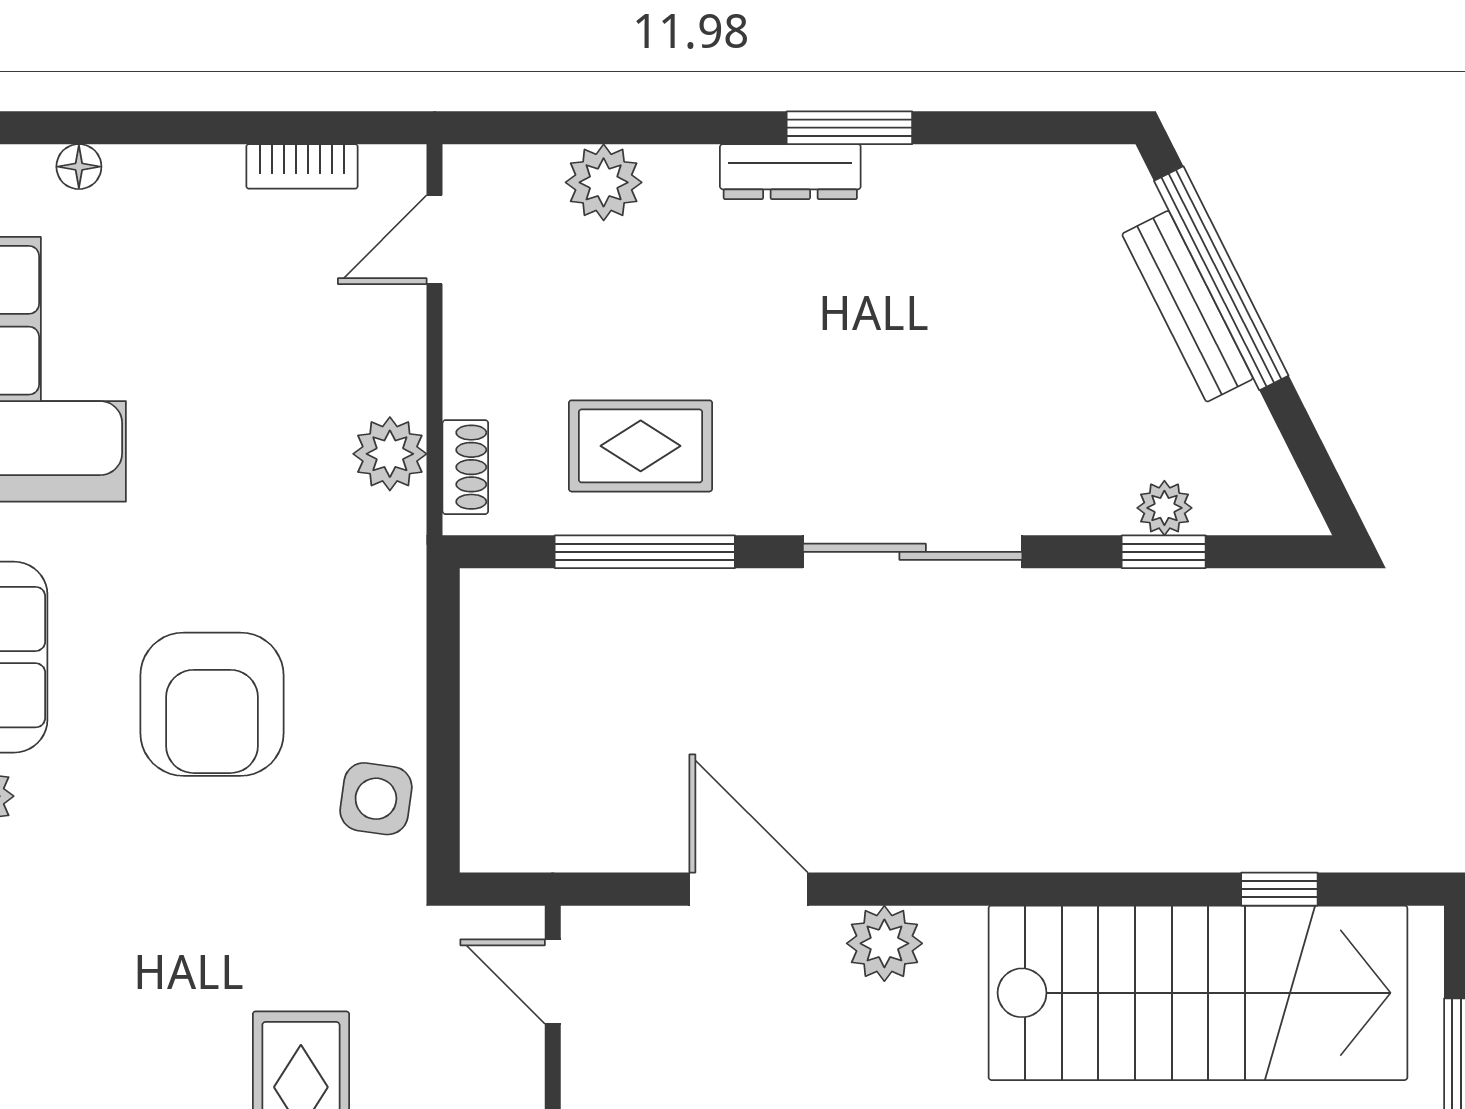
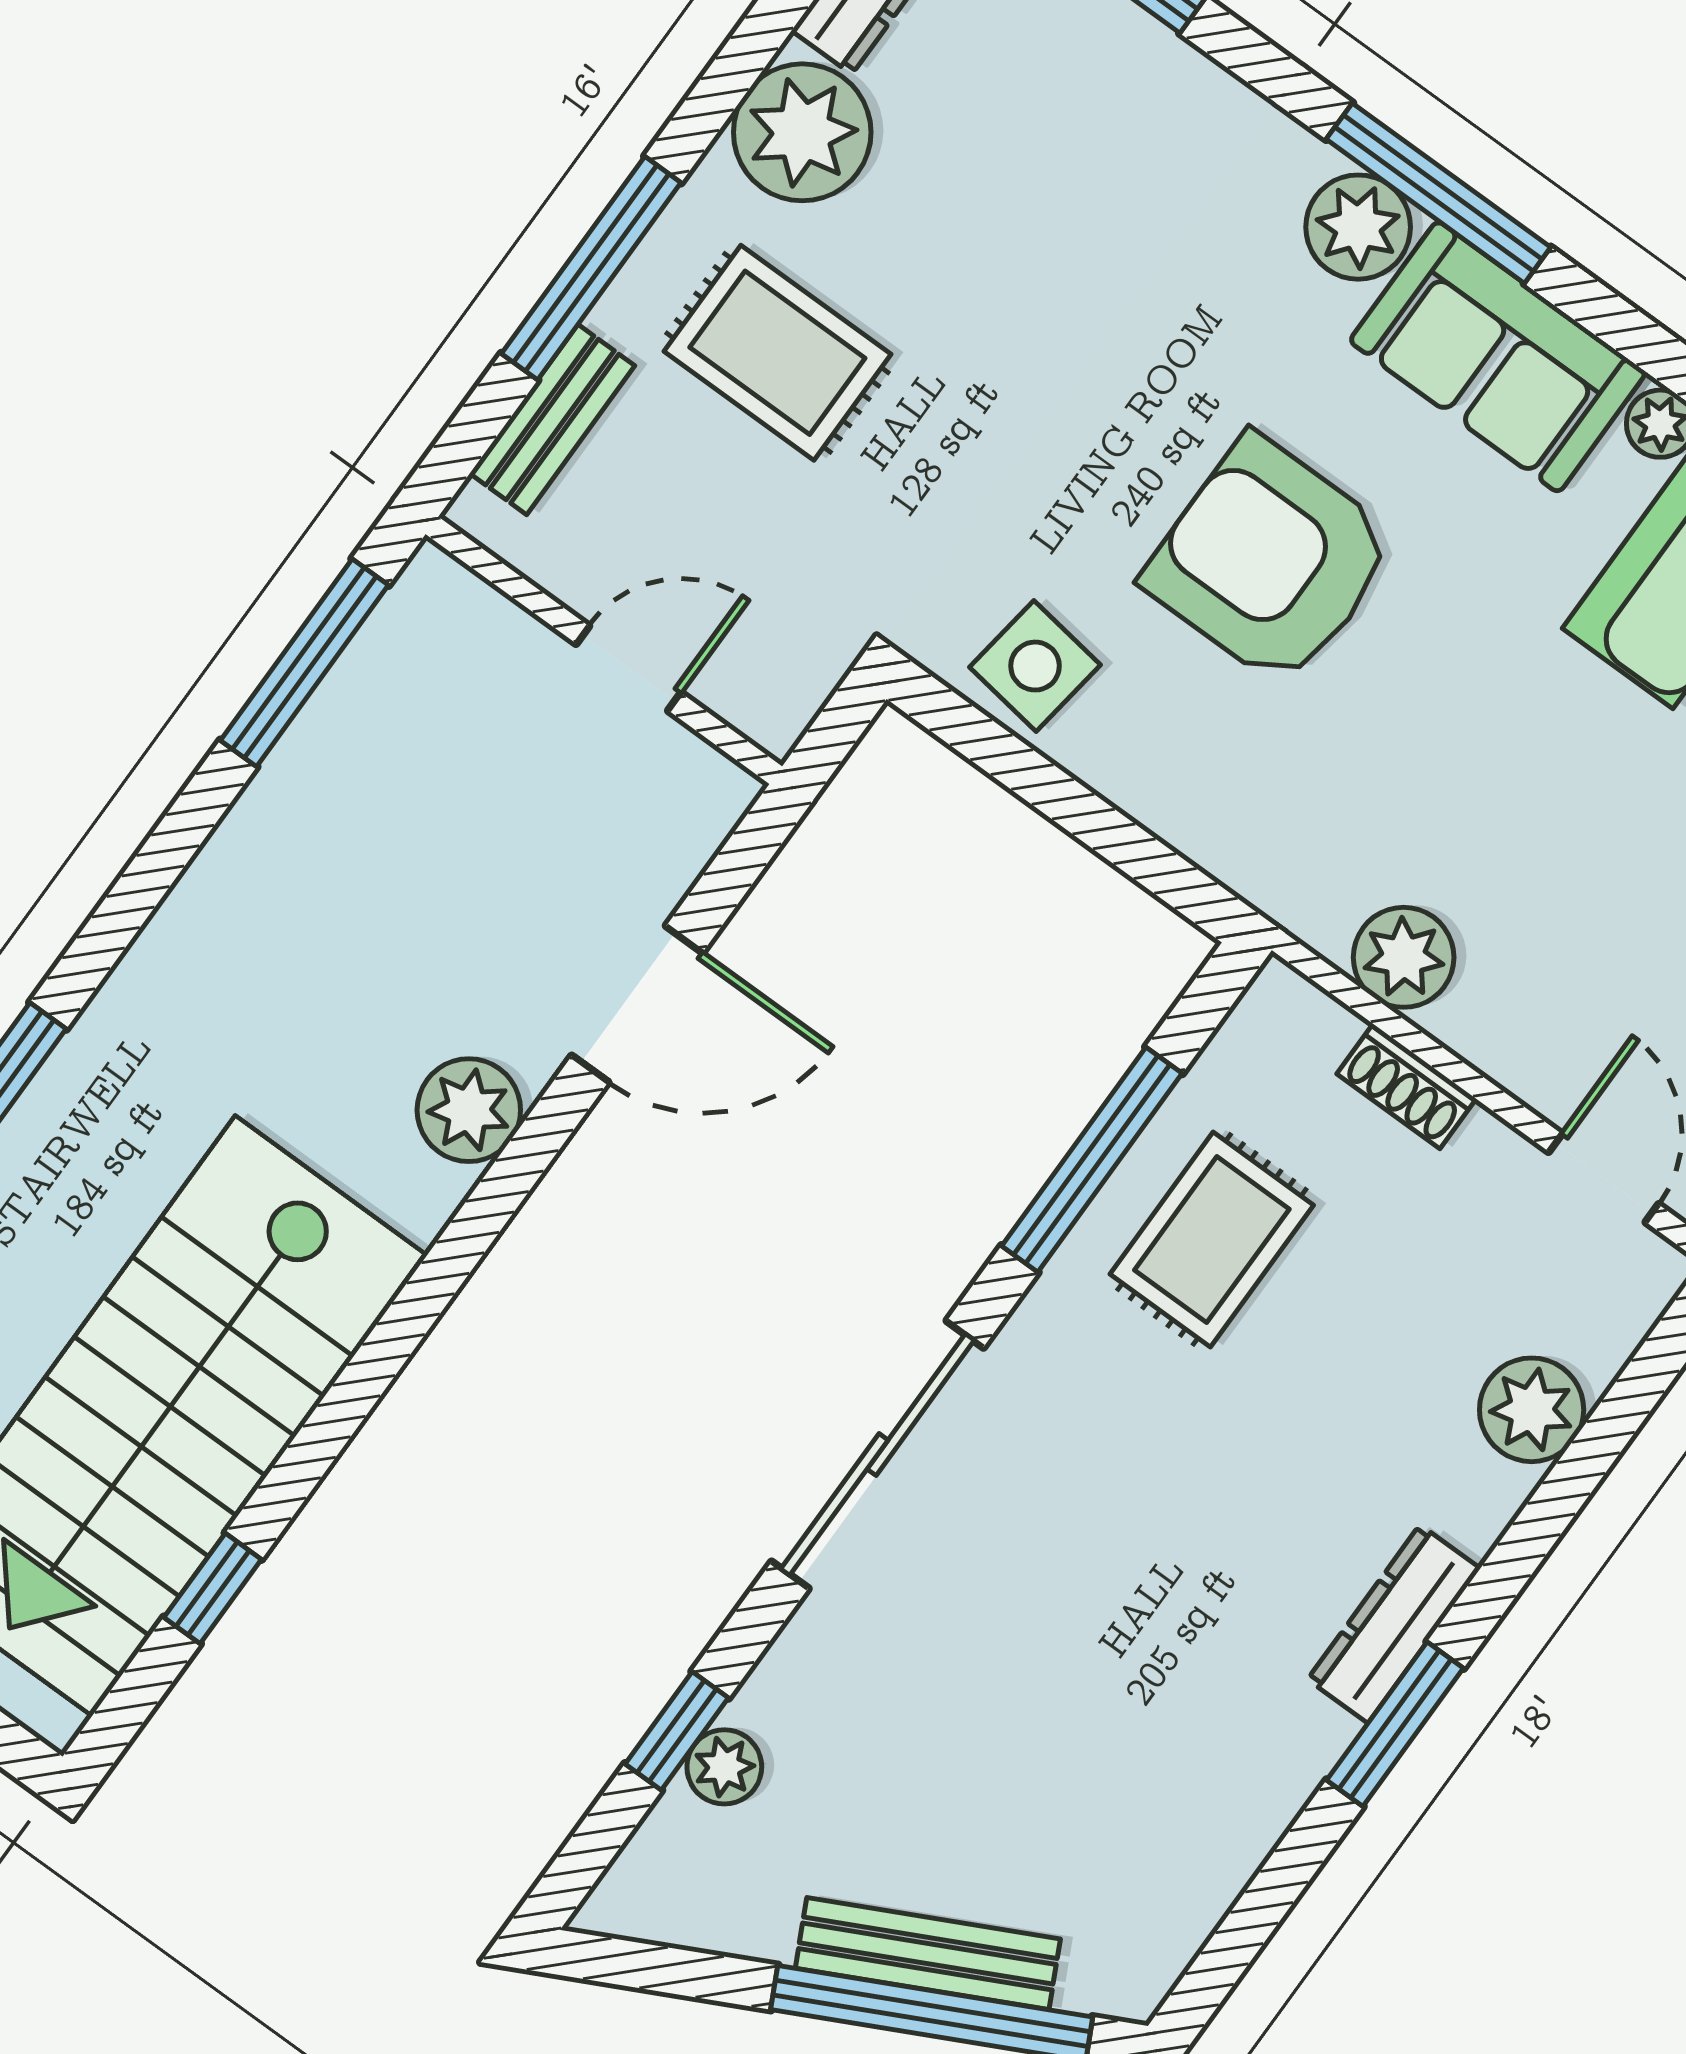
shoe rack: (465, 467) -> (1407, 1086), moved
door: (553, 982) -> (629, 668), moved

